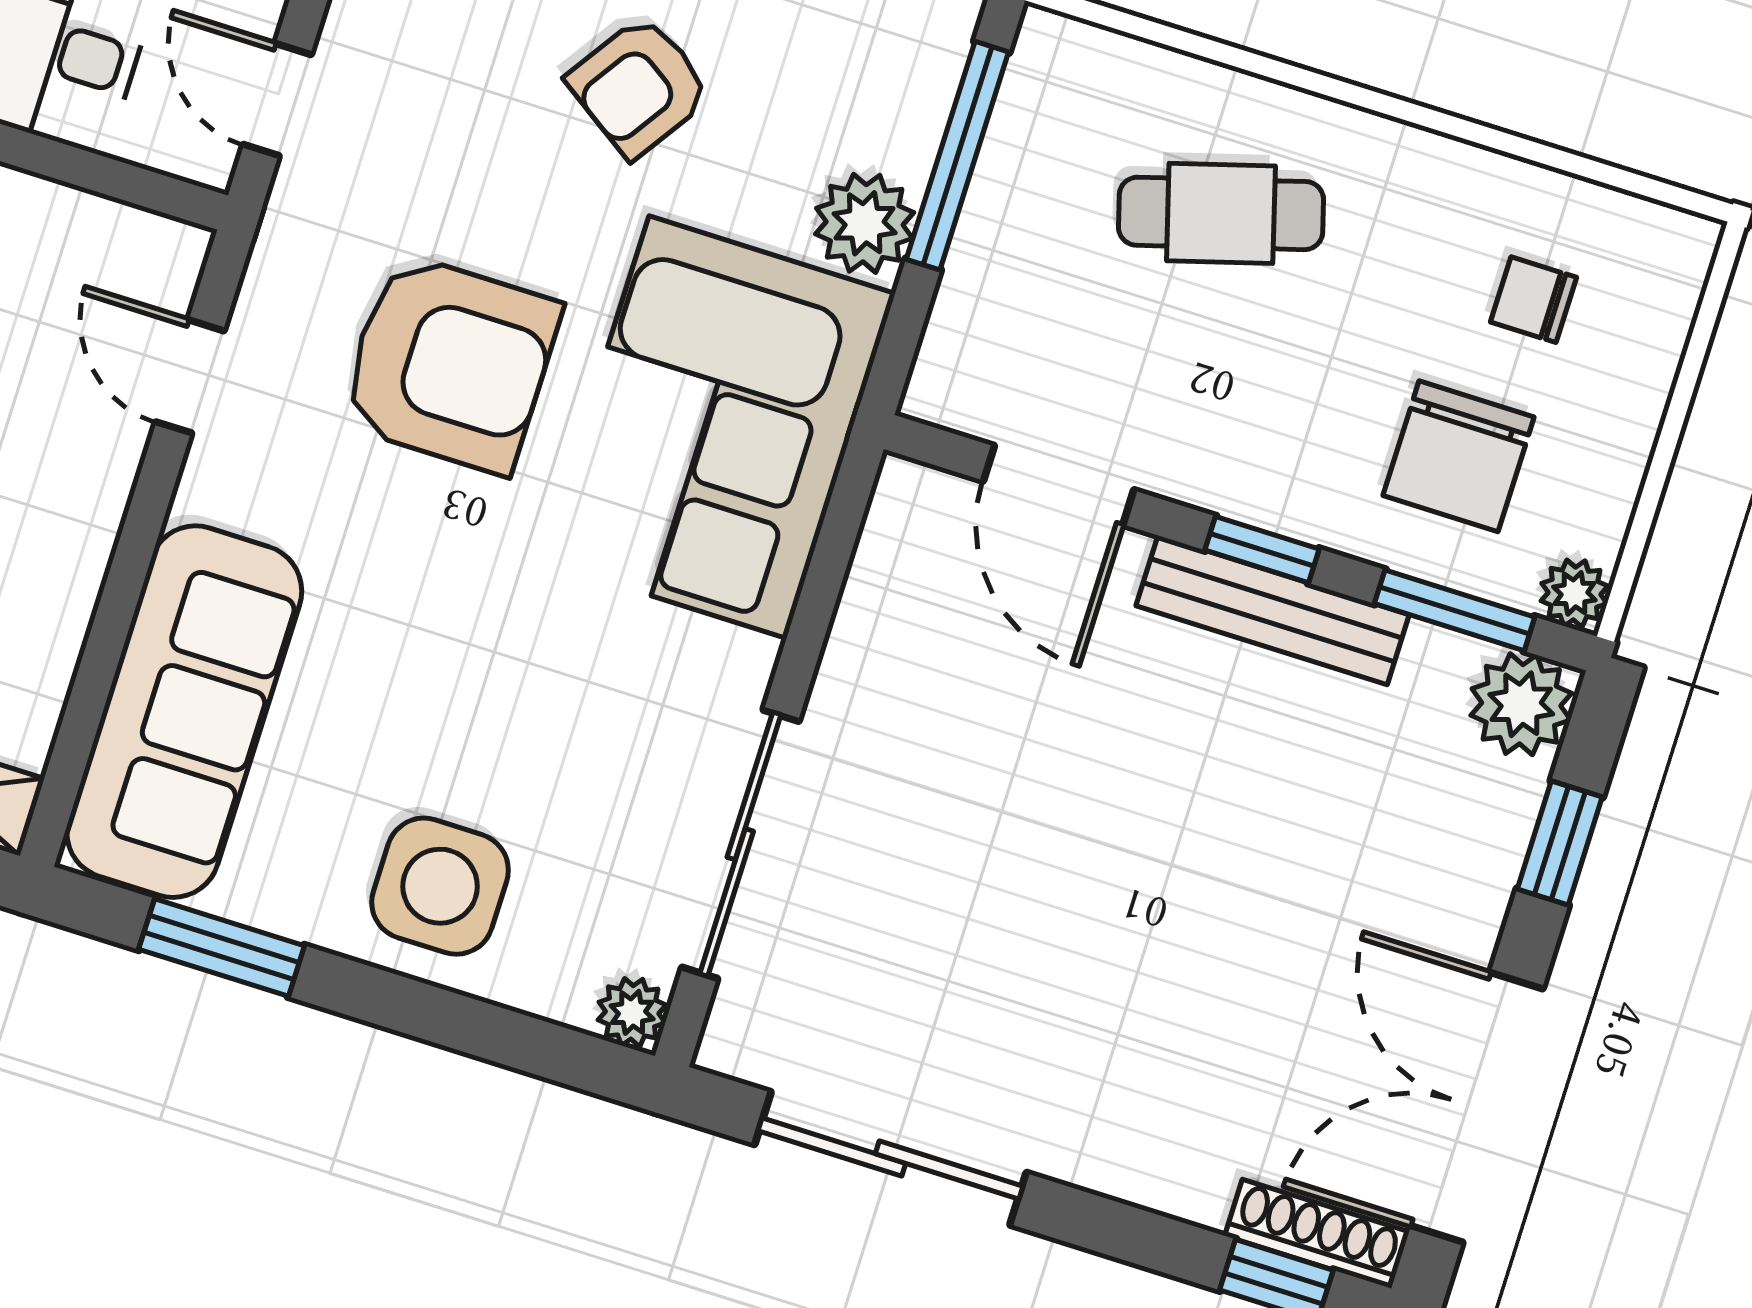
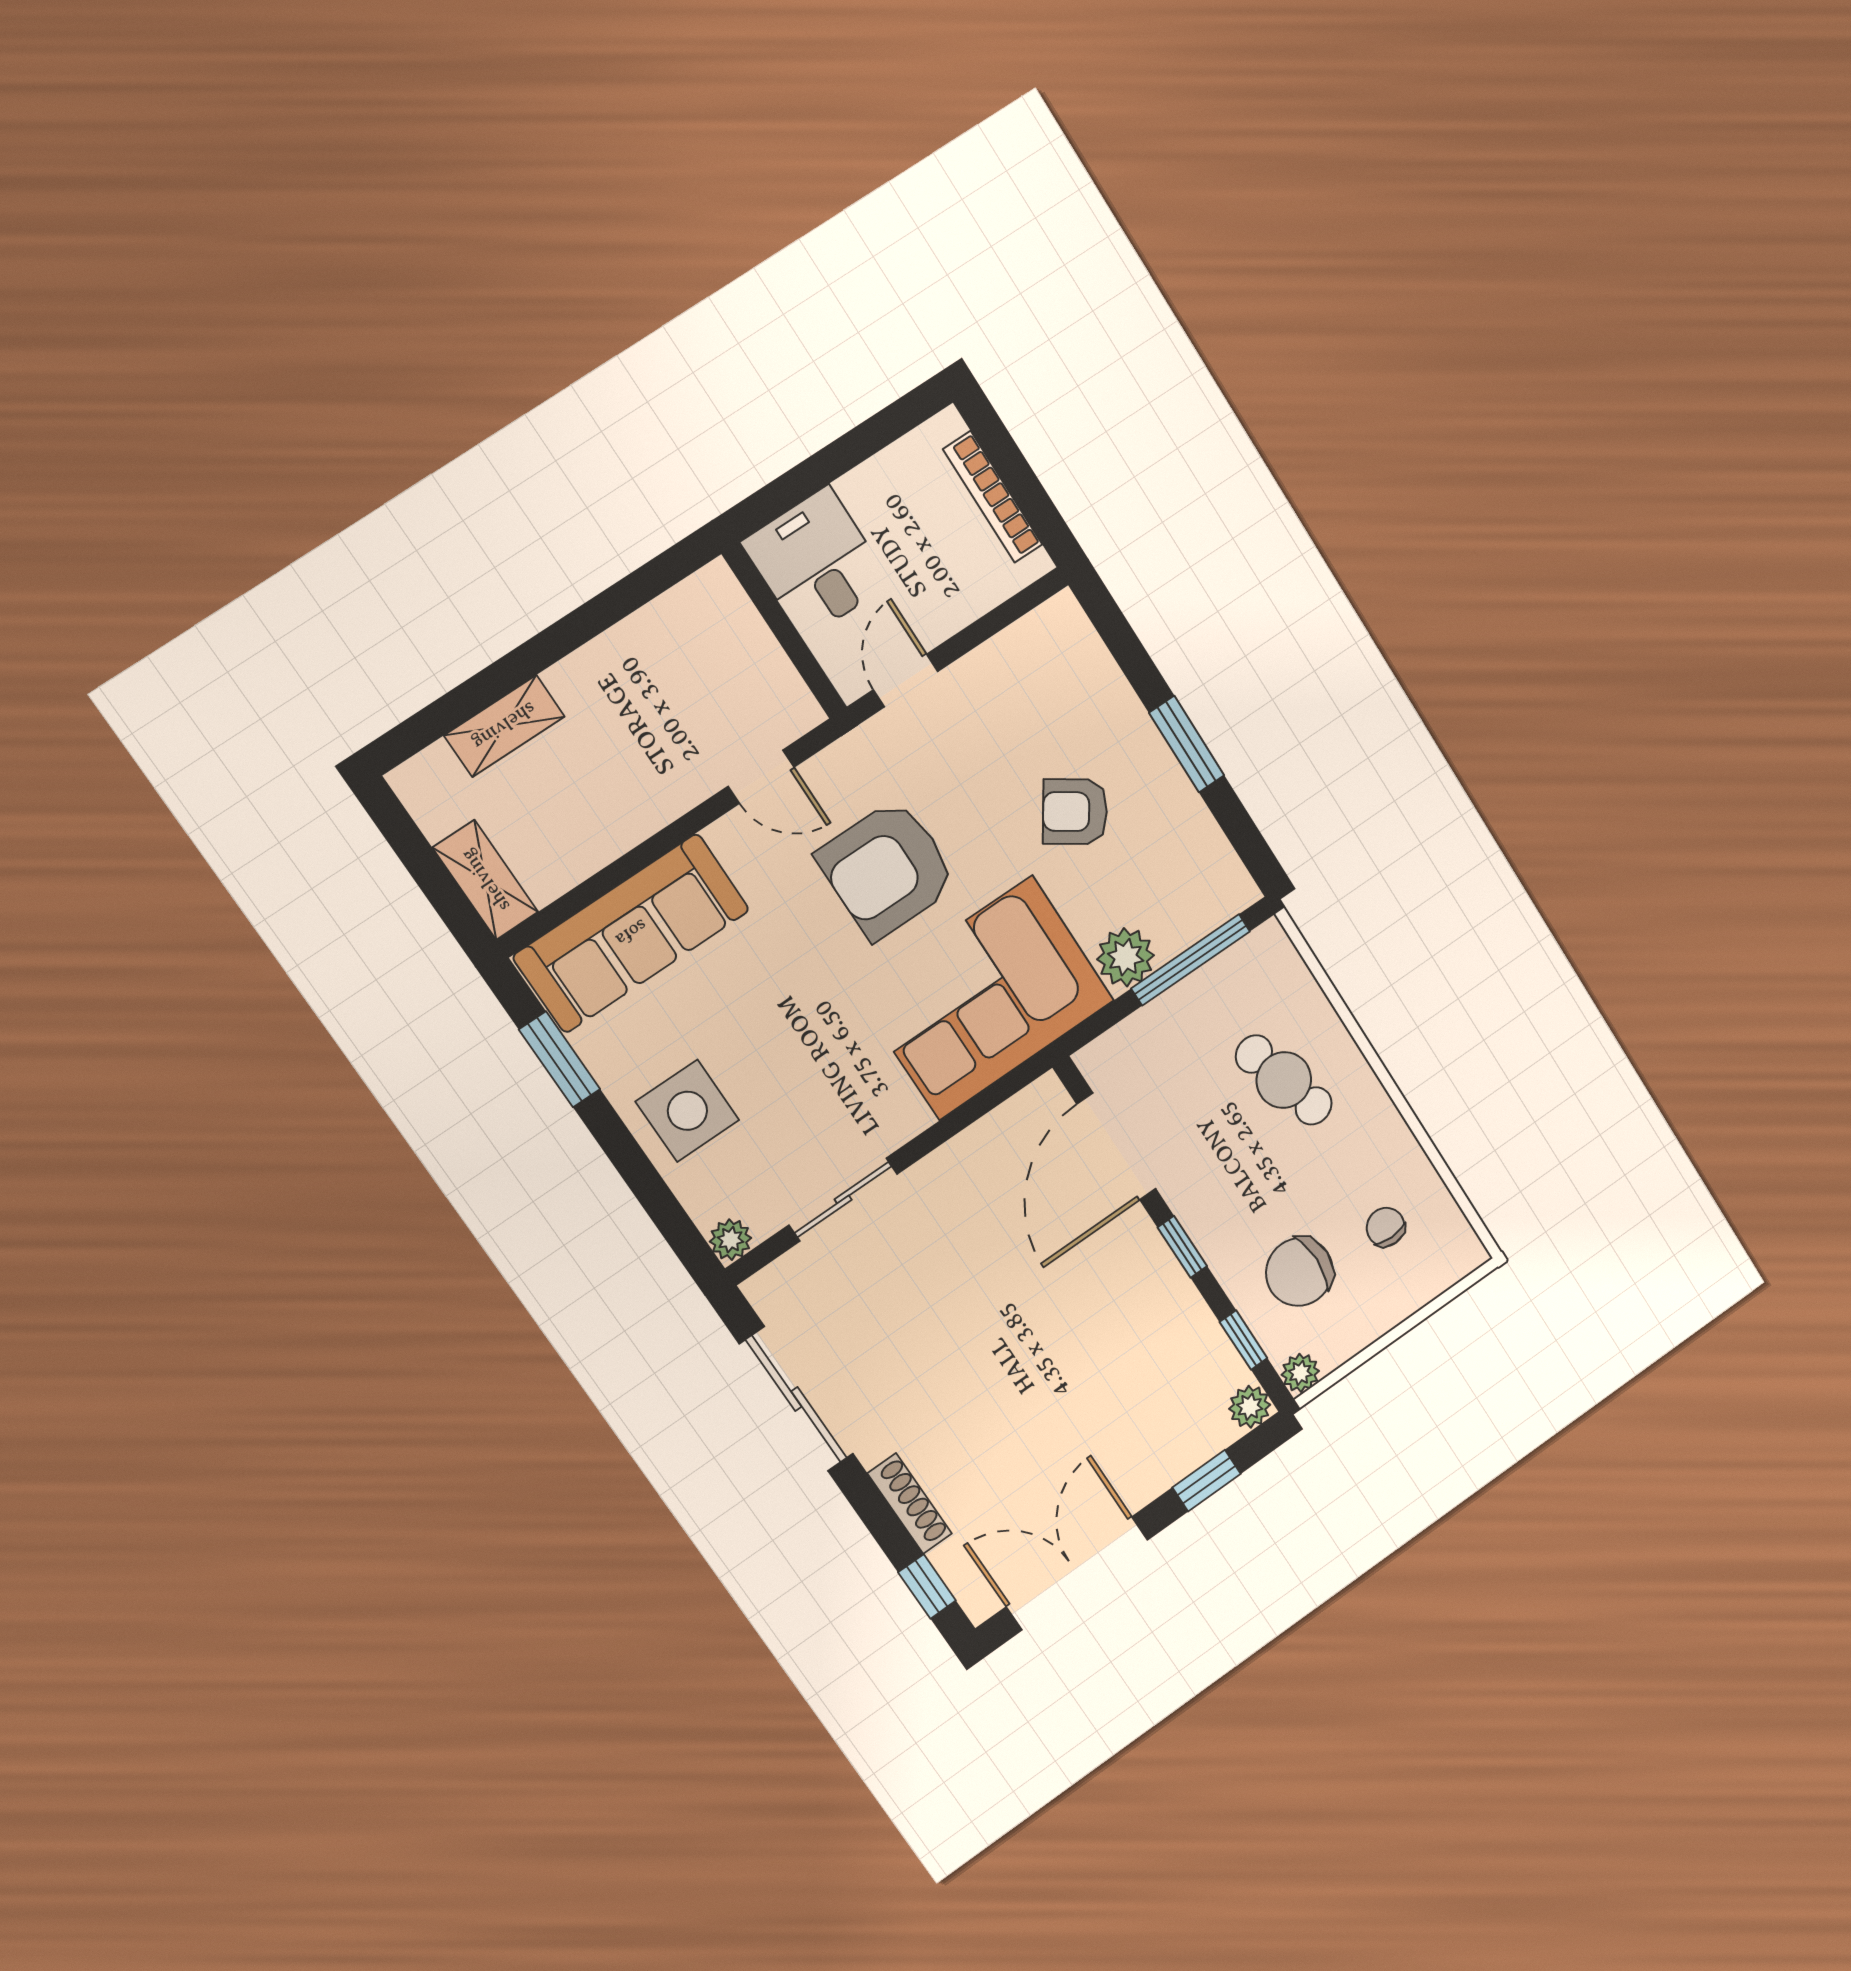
armchair: (450, 363) -> (887, 869), turned 90
door: (190, 376) -> (761, 777), swing flipped
door: (1059, 485) -> (1117, 1147), width x1.36
bench: (1273, 610) -> (1165, 1278), removed
window: (1455, 610) -> (1244, 1340), width x0.67
plant: (1521, 704) -> (1250, 1407), width x0.73, depth x0.73
sliding door: (740, 844) -> (843, 1199), width x0.73
shoe rack: (1317, 1234) -> (910, 1503), moved

